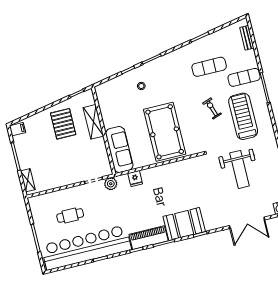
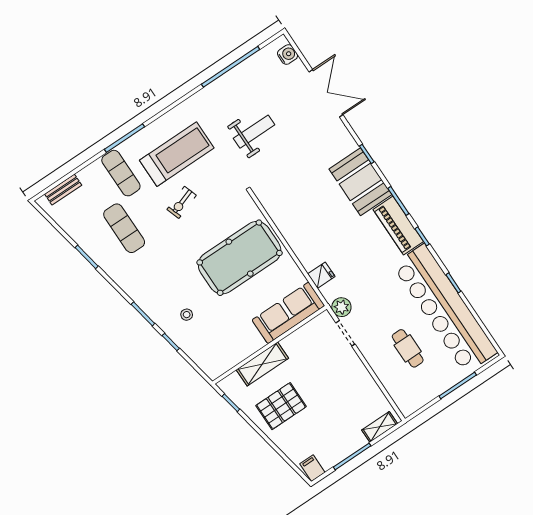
treadmill: (243, 116) -> (177, 154), turned 180
weight bench: (240, 169) -> (254, 132), width x0.73, depth x0.75

